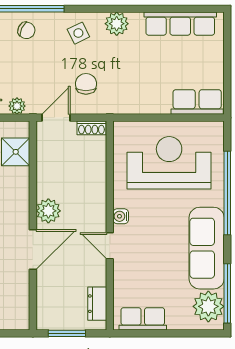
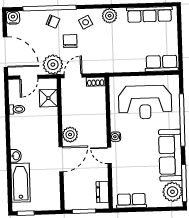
chair: (86, 84) -> (70, 41), moved
plant: (17, 106) -> (53, 65), width x1.88, depth x1.88
reception desk: (169, 163) -> (145, 102), turned 180

